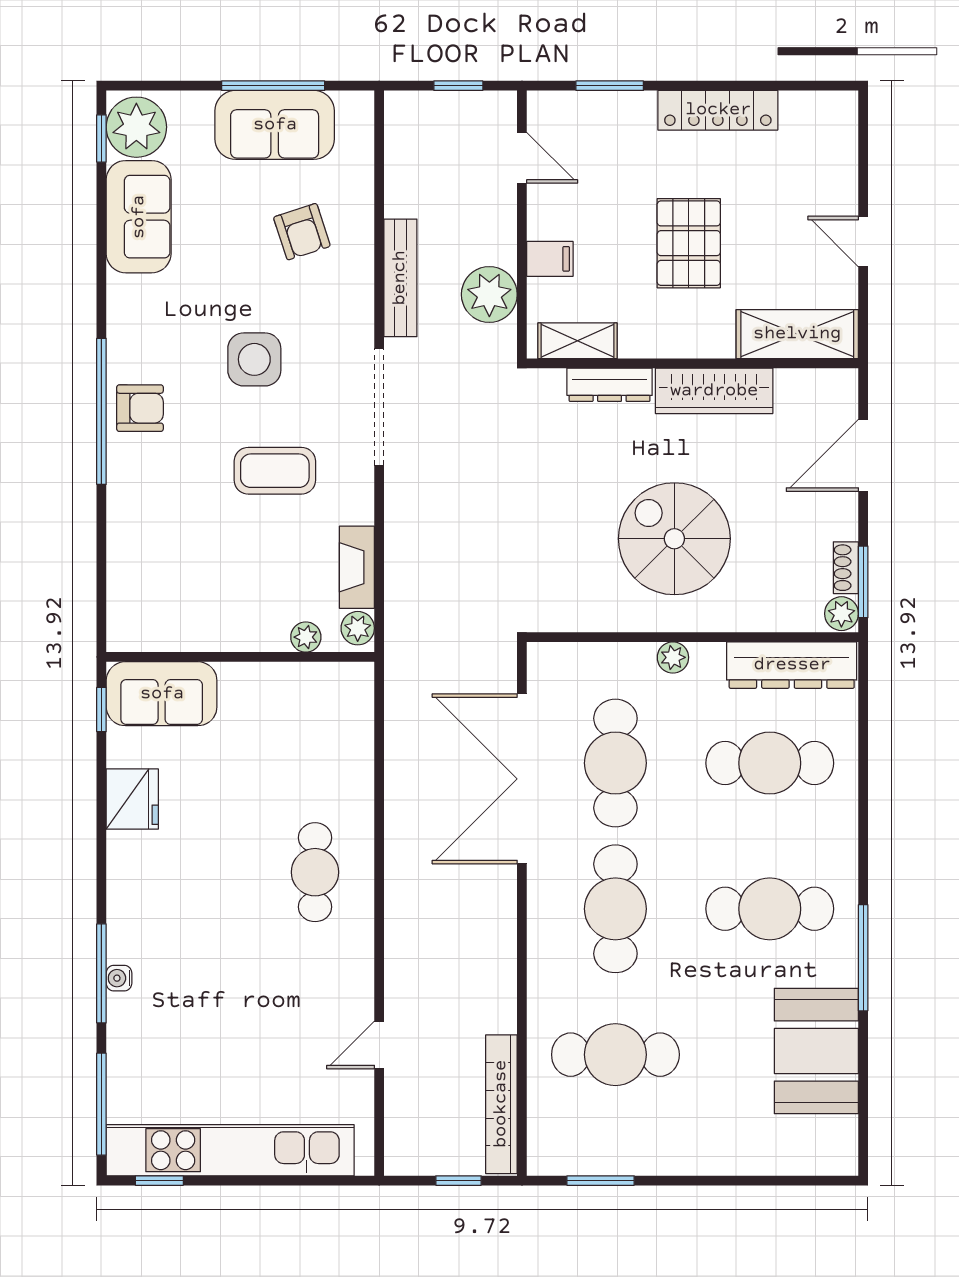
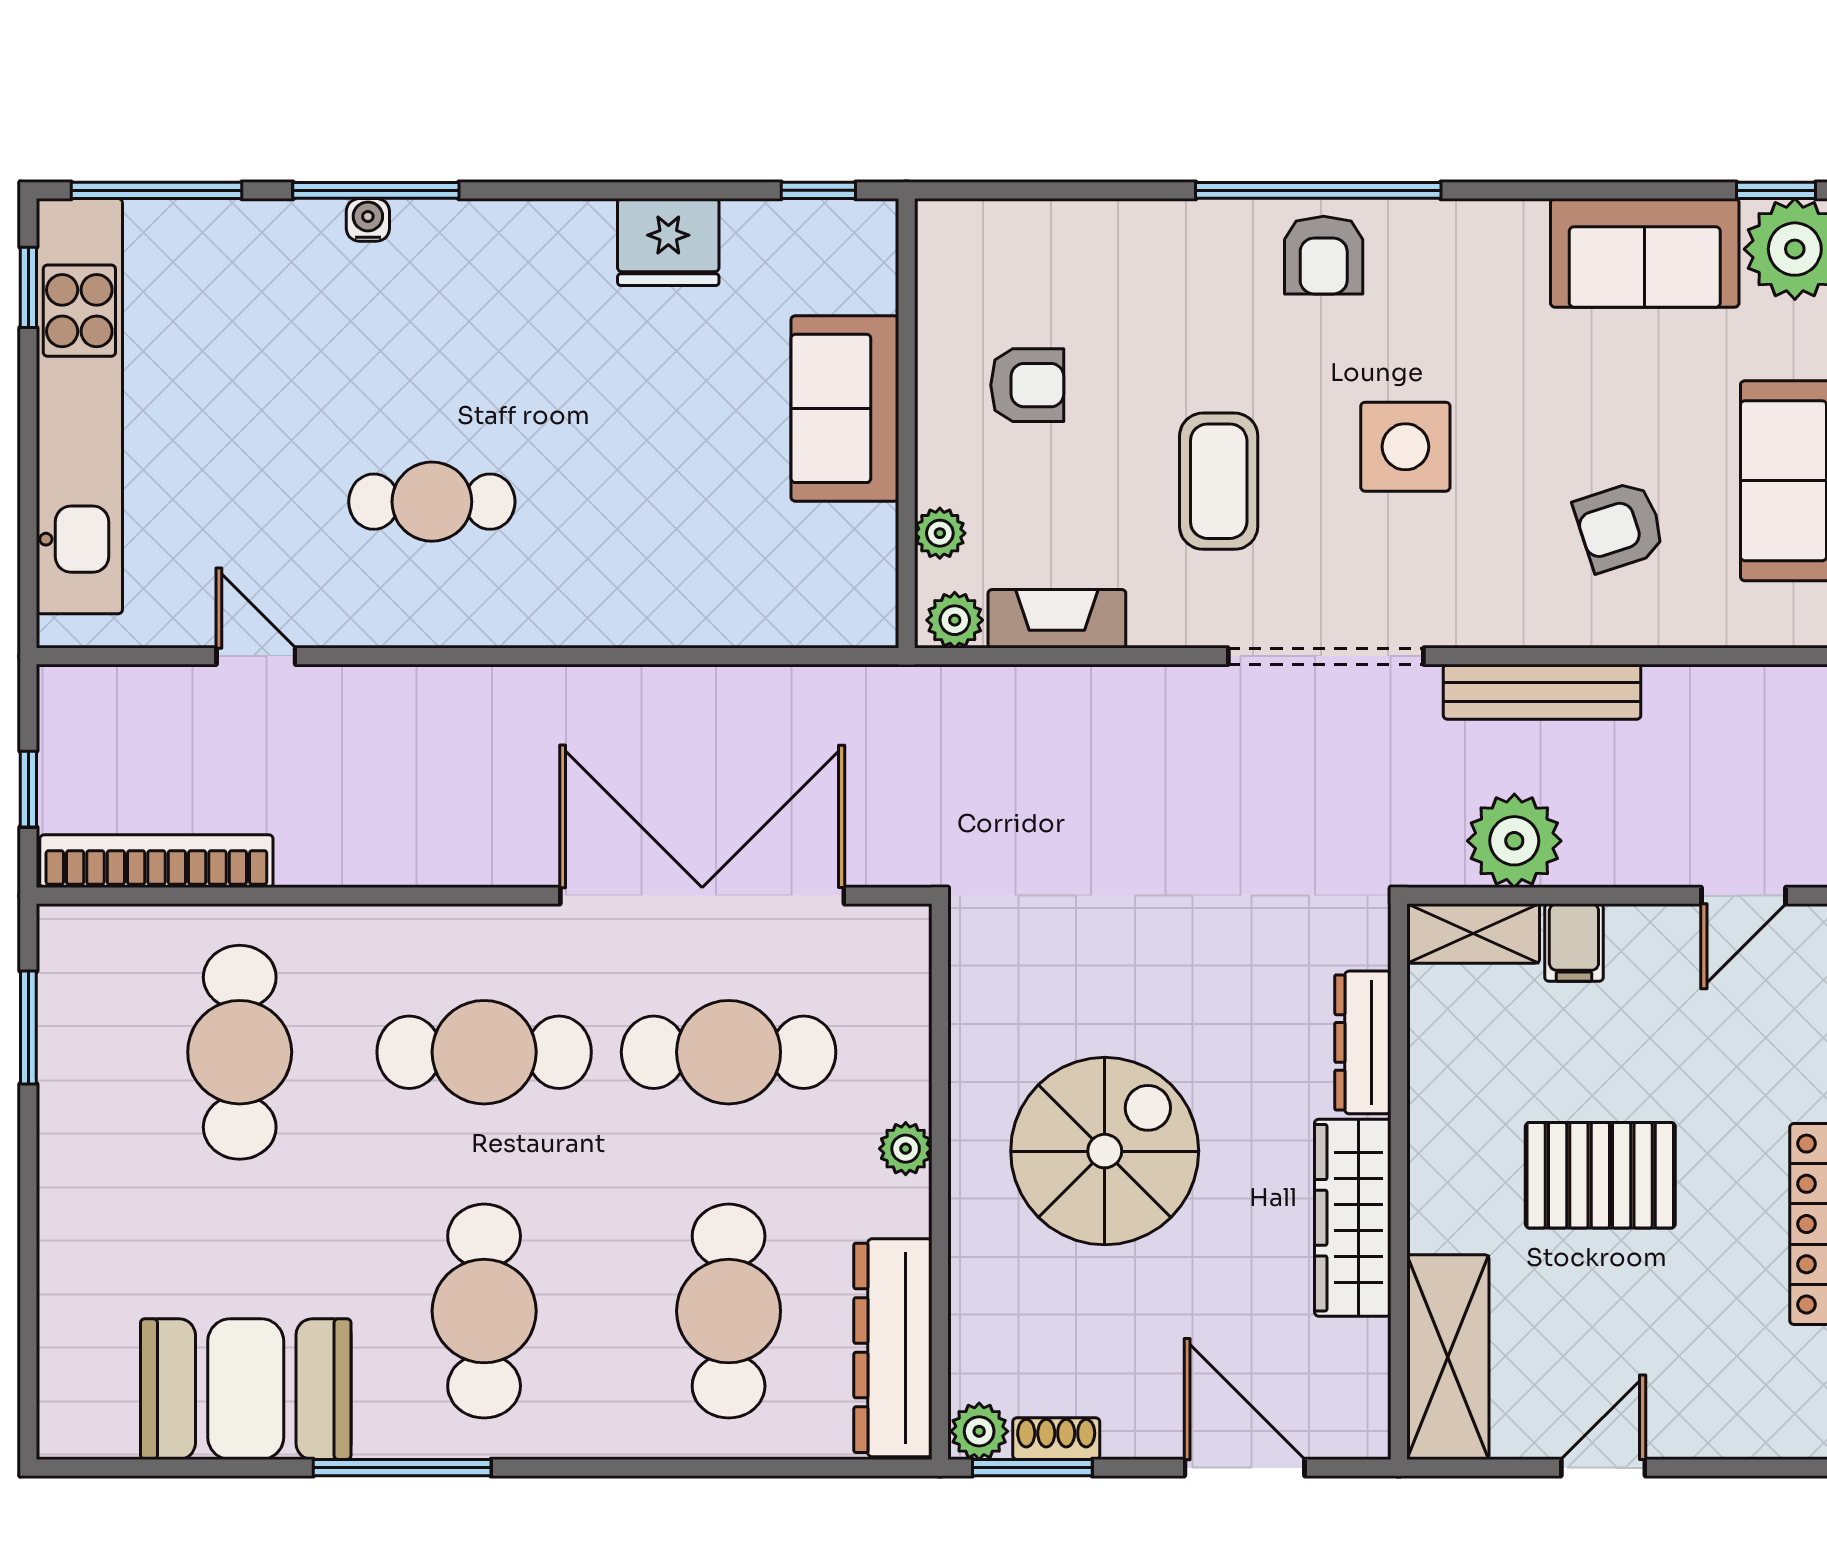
shelving: (577, 341) -> (1473, 933), moved, turned 90
armchair: (218, 585) -> (1027, 385), added
sofa: (162, 694) -> (845, 408), moved
cafe table: (315, 872) -> (432, 502), moved

